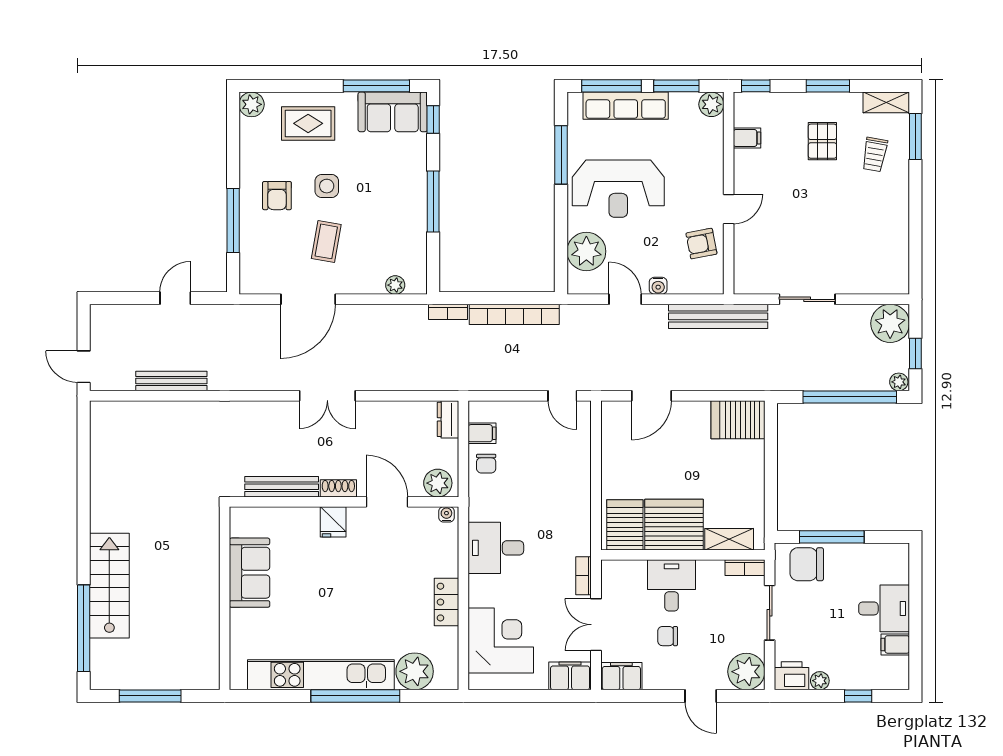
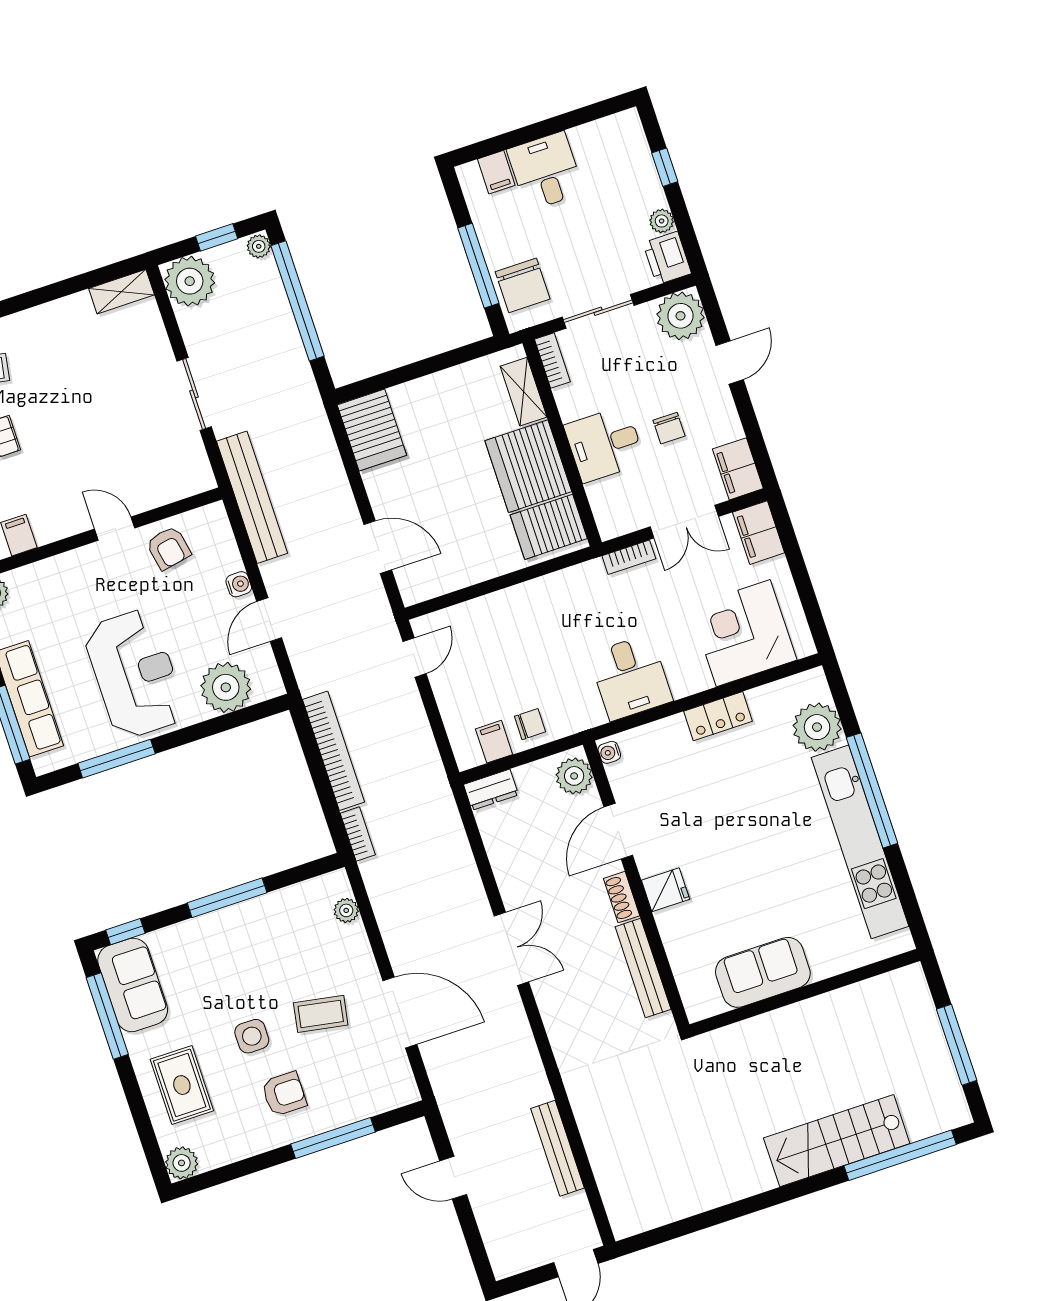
shelving: (899, 271) -> (122, 292), added
filing cabinet: (895, 644) -> (496, 172), moved

